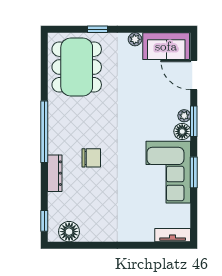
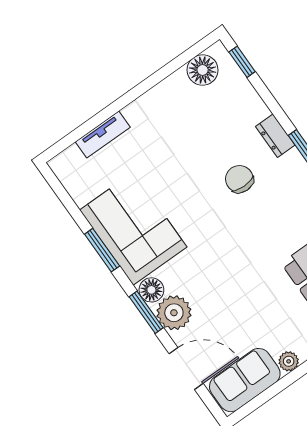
plant: (184, 116) -> (174, 313), width x1.87, depth x1.87
chair: (91, 158) -> (239, 179), turned 90
dresser: (55, 173) -> (275, 136), width x0.70
tv unit: (173, 235) -> (103, 135), moved

